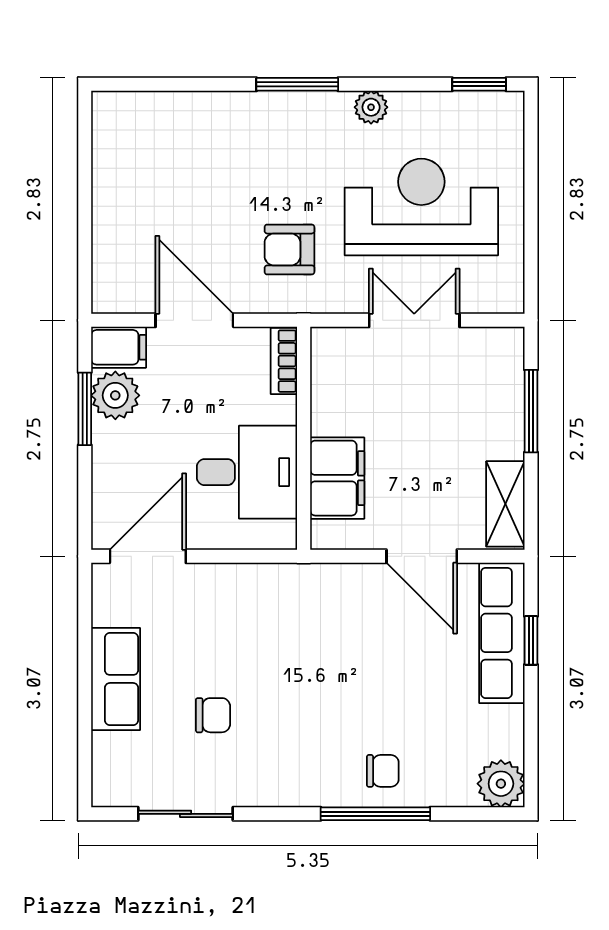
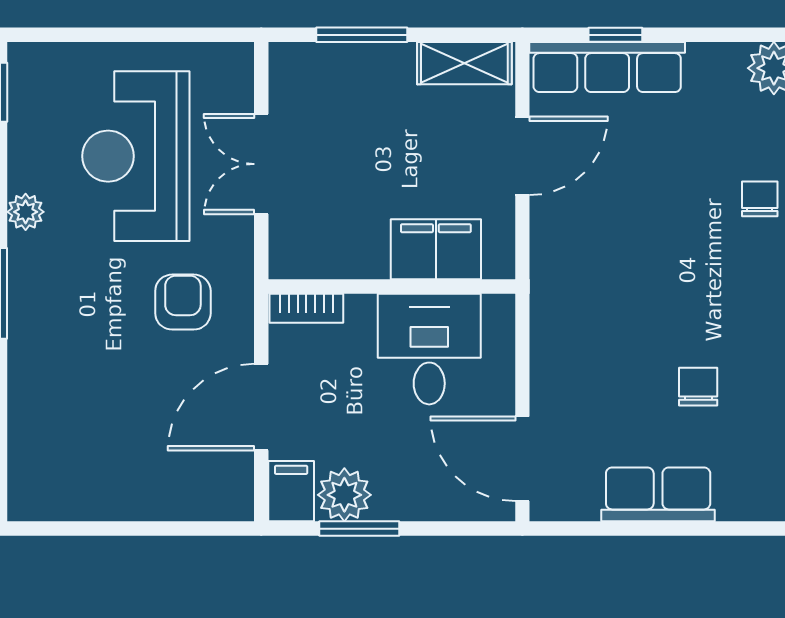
armchair: (289, 249) -> (183, 302), turned 180

